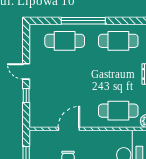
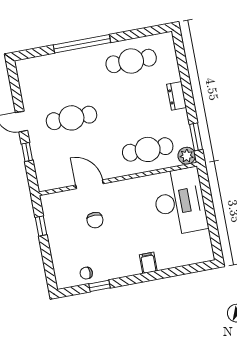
cafe table: (65, 41) -> (71, 118), moved
door: (69, 129) -> (89, 184), hinge flipped

